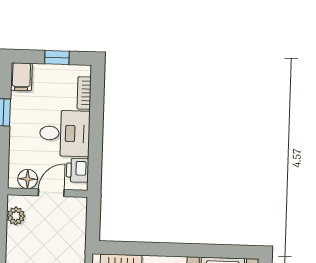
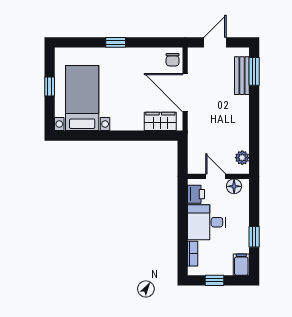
door: (51, 193) -> (216, 176), swing flipped

